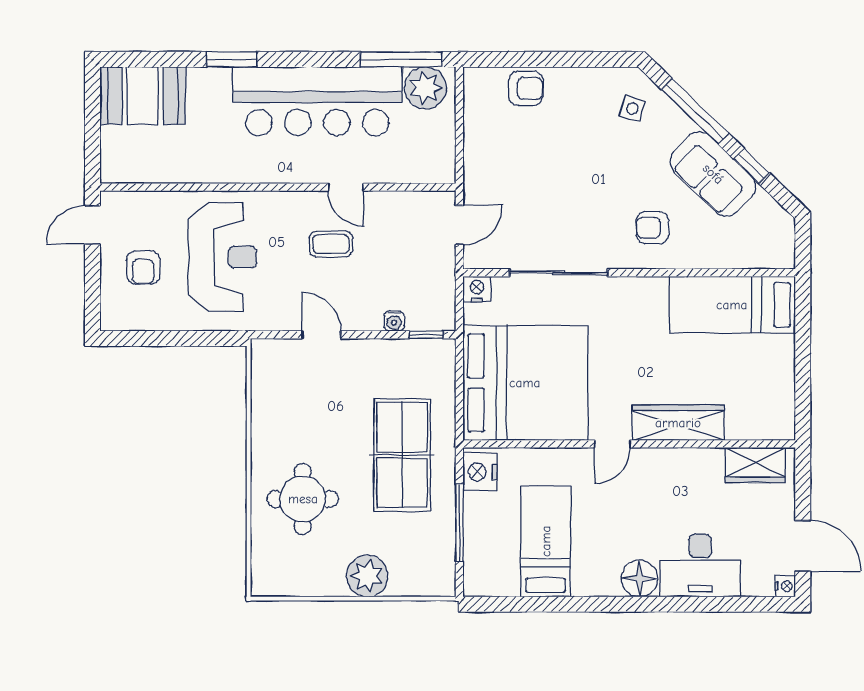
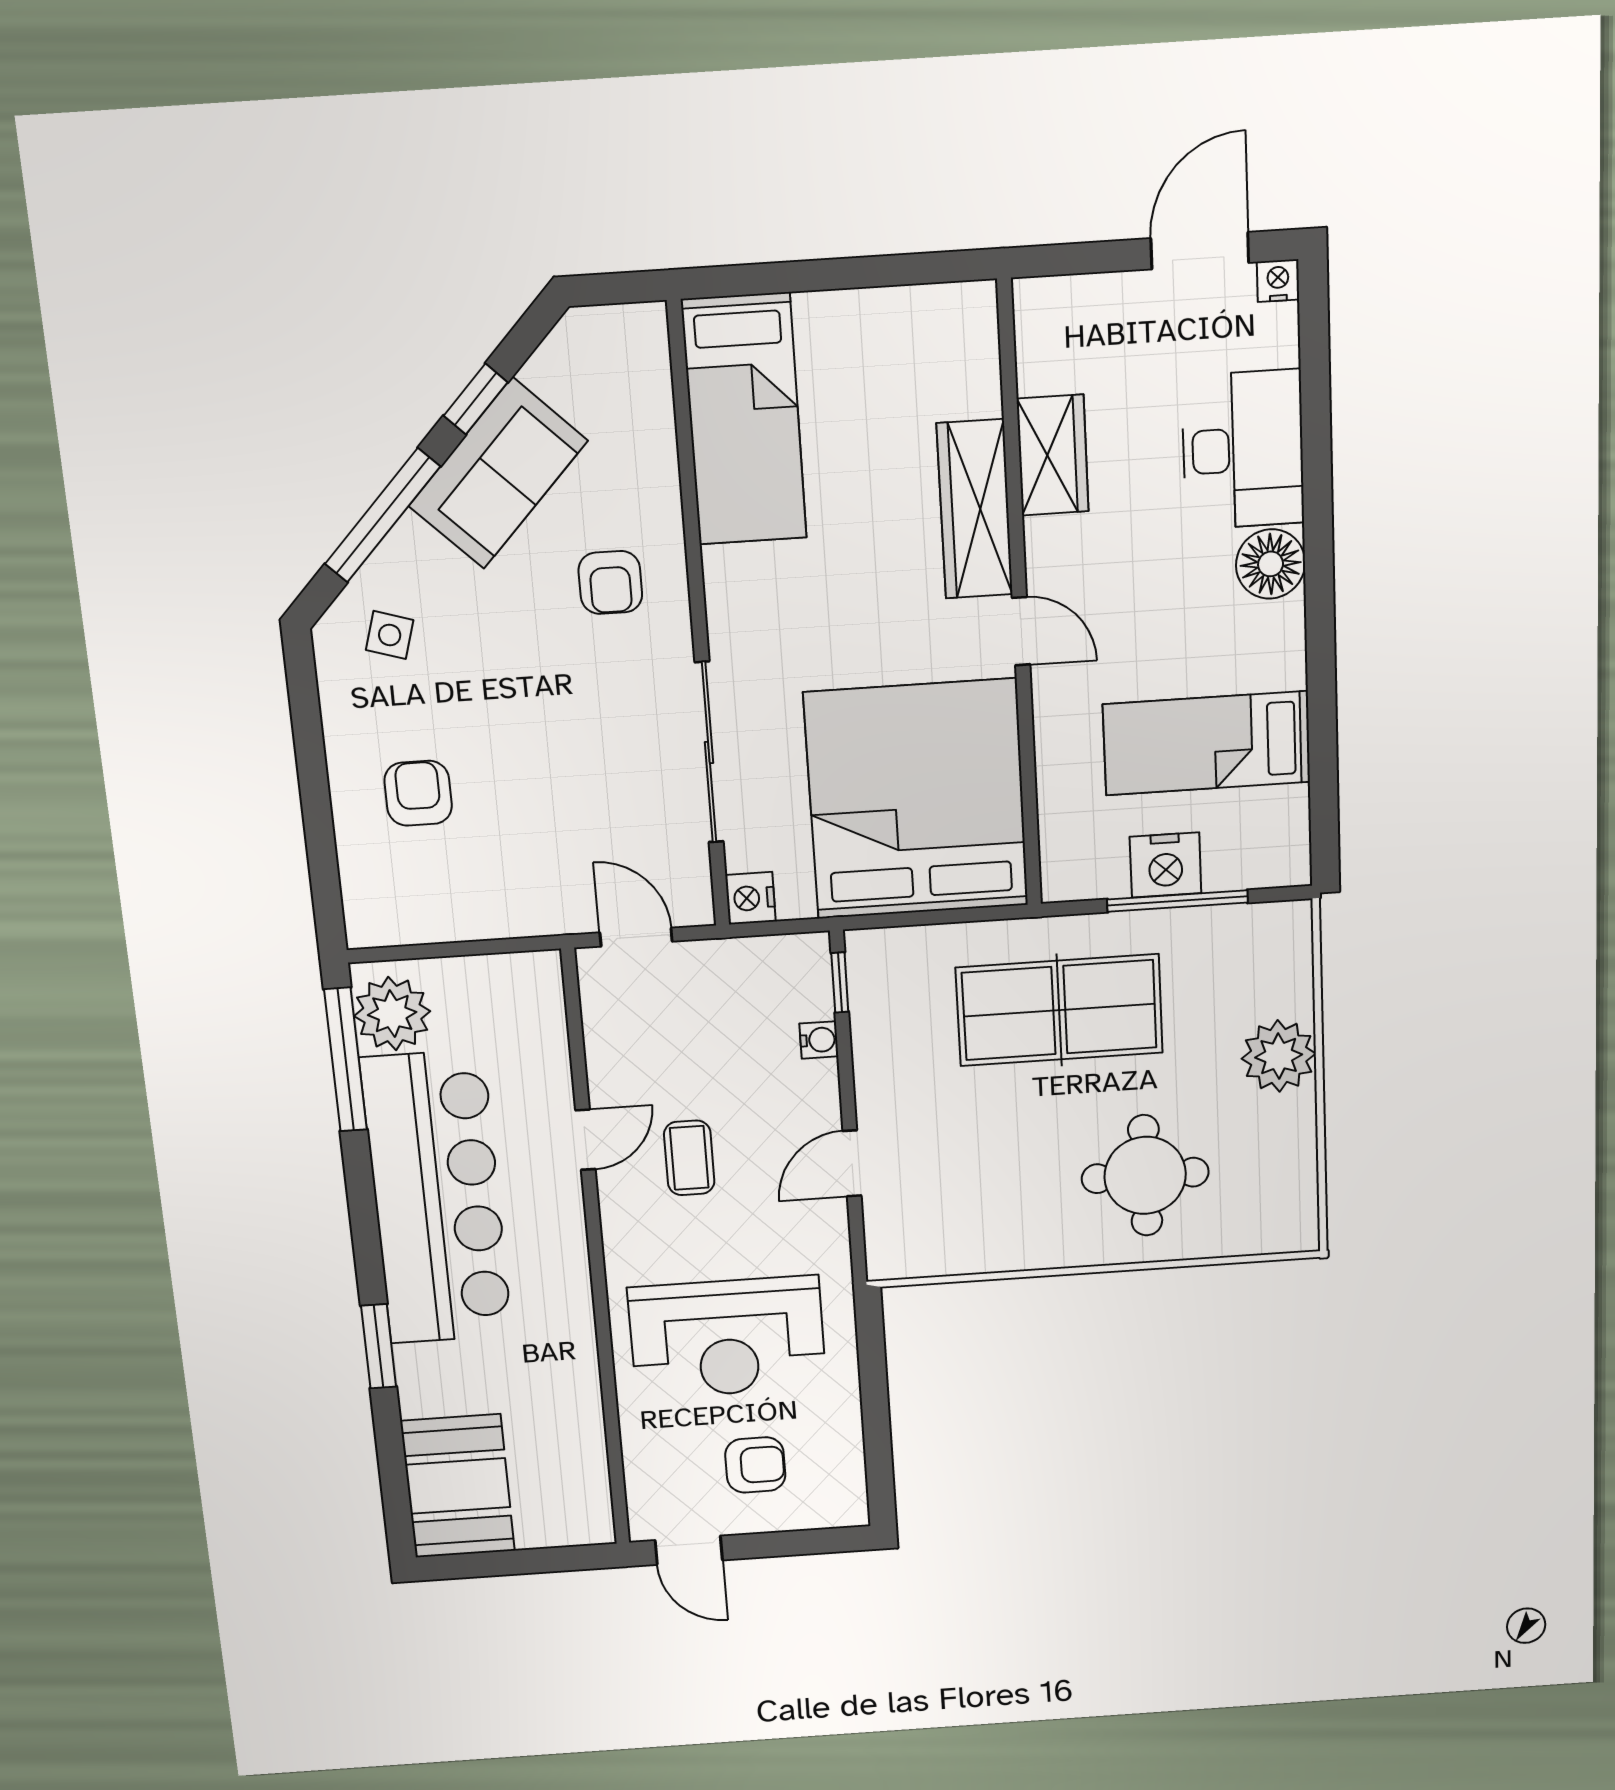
armchair: (526, 88) -> (418, 793), moved
reception desk: (223, 257) -> (727, 1337), turned 180
wardrobe: (755, 465) -> (1053, 455), moved
nightstand: (480, 472) -> (1166, 865), moved

